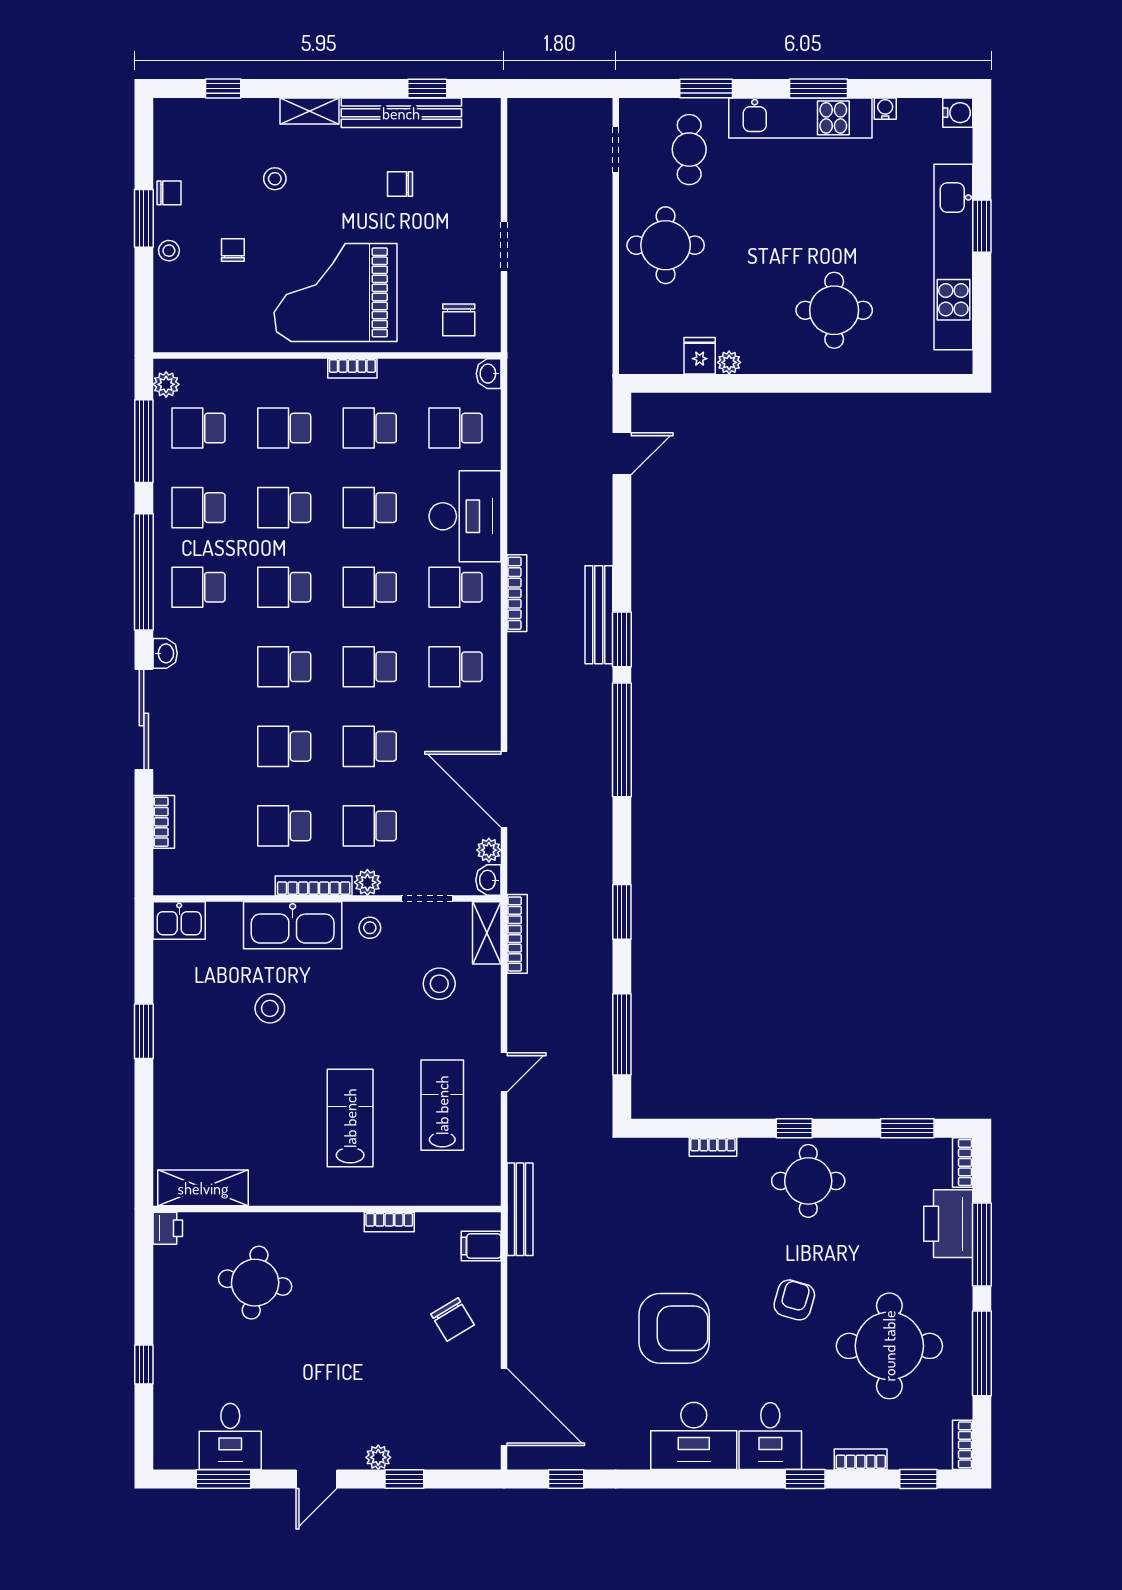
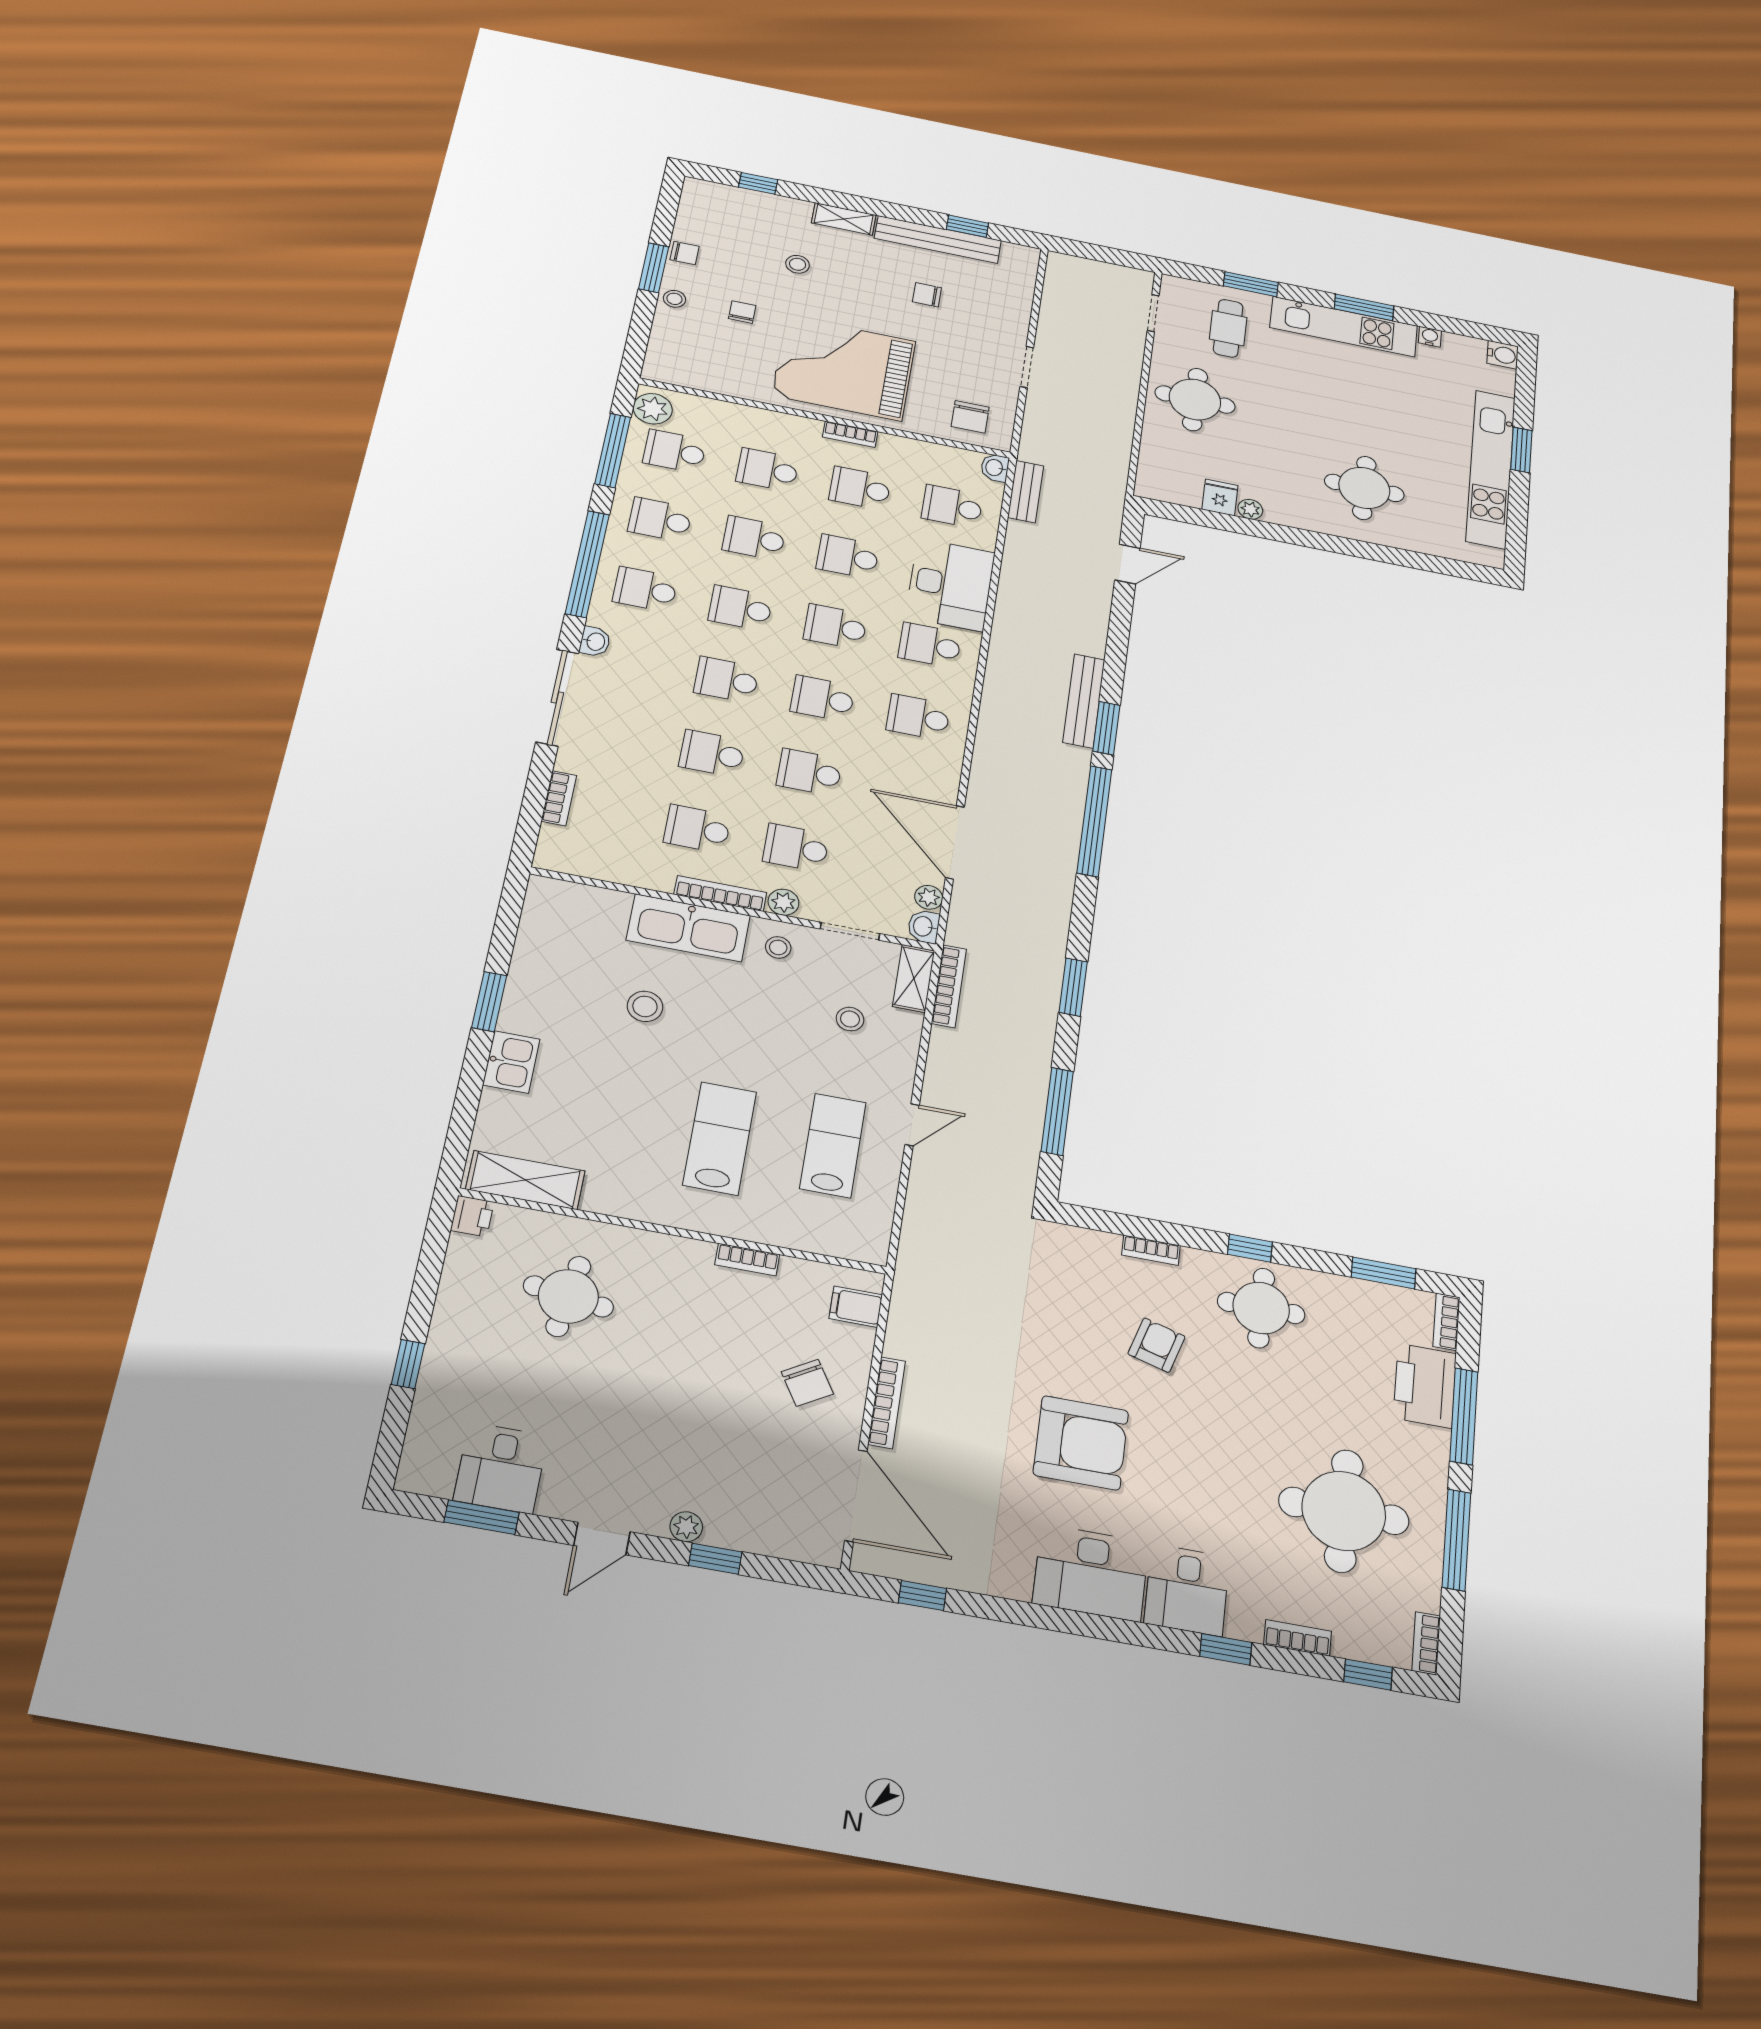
plant: (166, 384) -> (653, 409), width x1.38, depth x1.38
bookcase: (517, 593) -> (887, 1403), moved
kitchen sink: (179, 921) -> (511, 1062), moved, turned -90
stool: (439, 984) -> (850, 1019), width x0.73, depth x0.73
bench: (520, 1209) -> (1026, 492), moved, width x0.73
armchair: (794, 1300) -> (1156, 1345), moved

